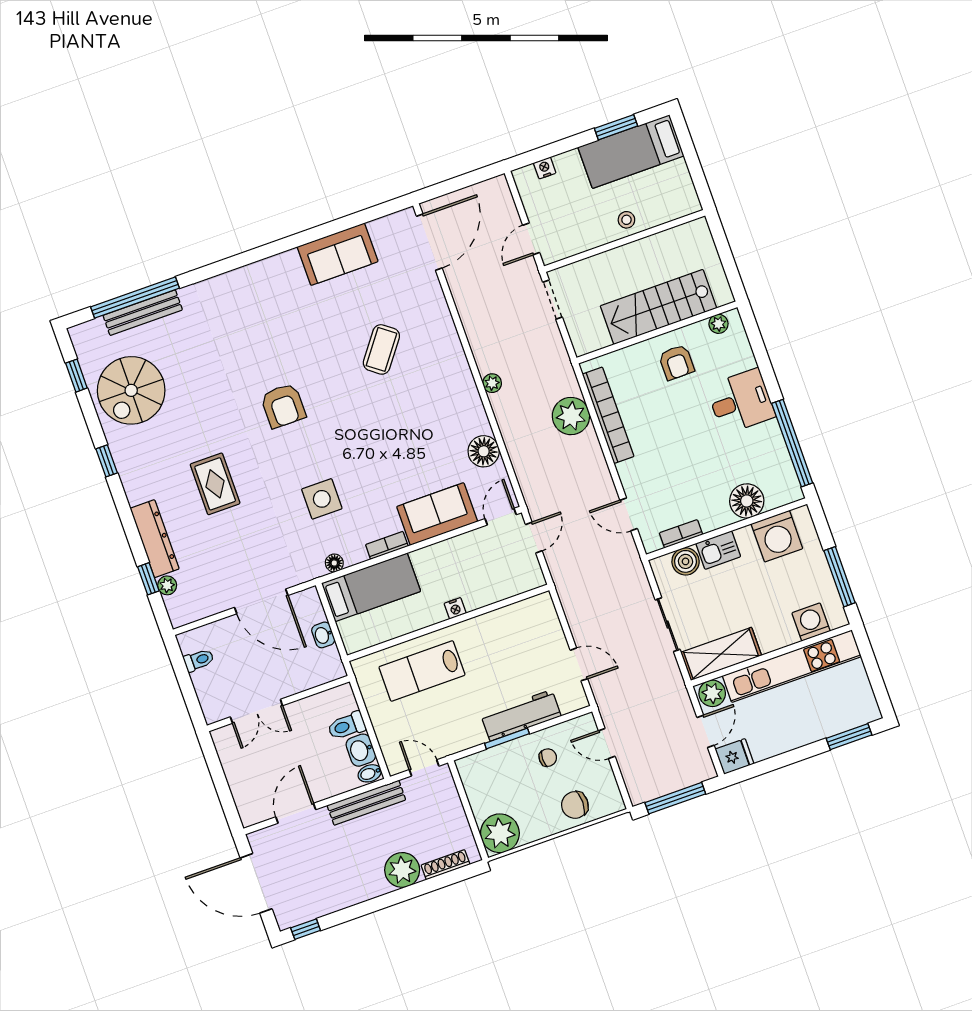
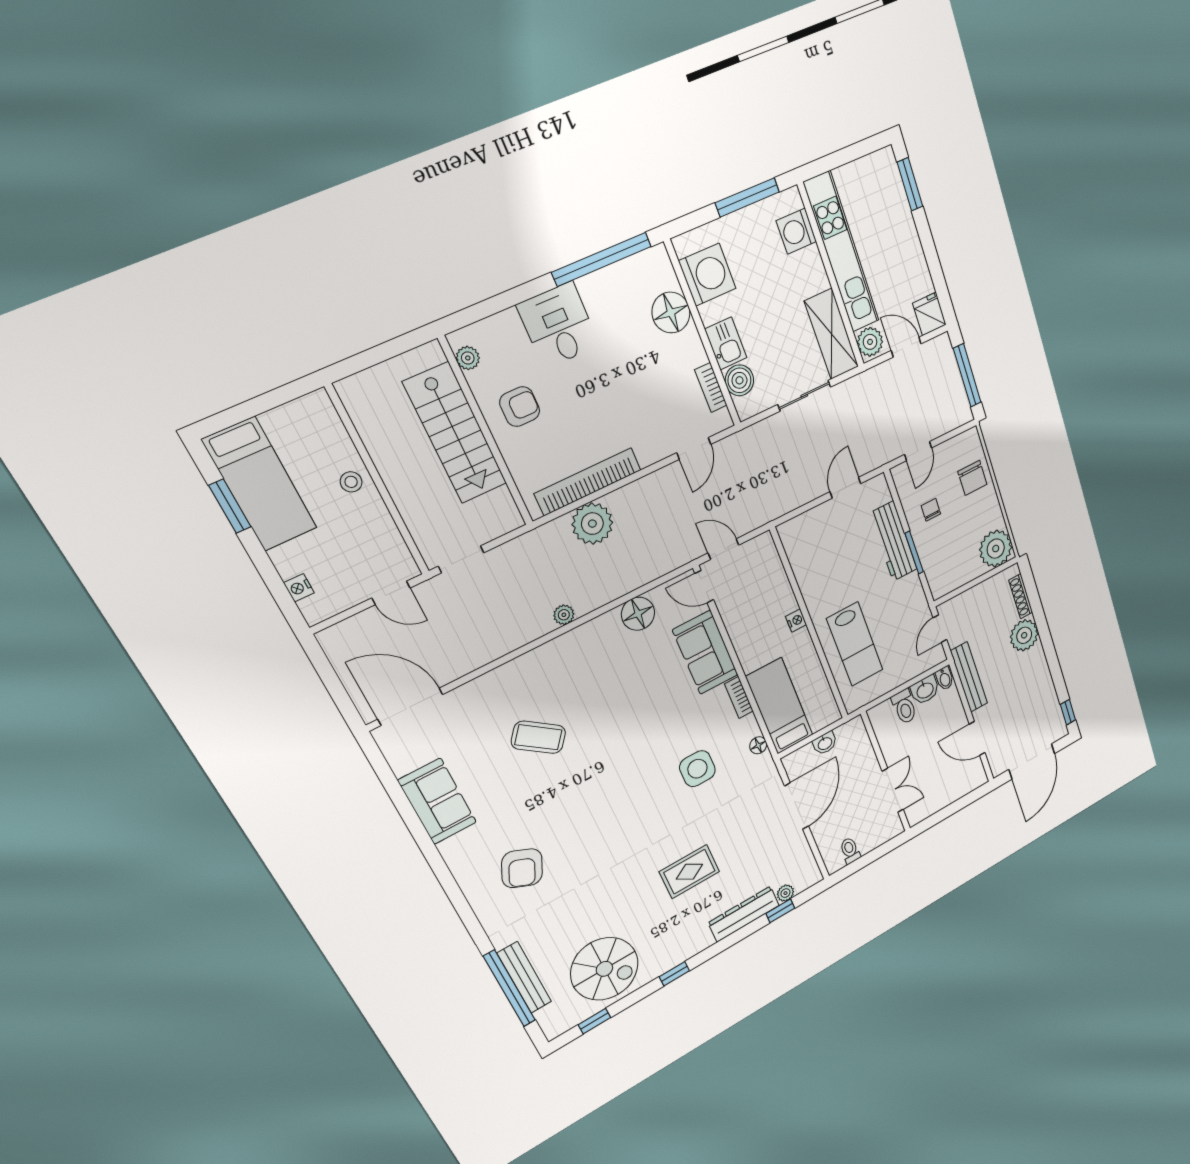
armchair: (283, 406) -> (522, 868), moved, turned 114

